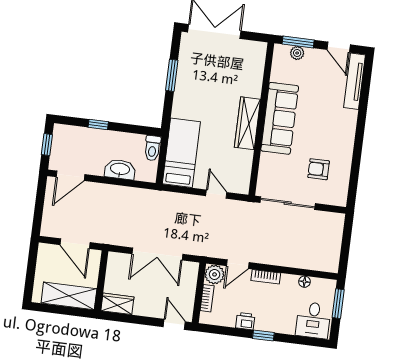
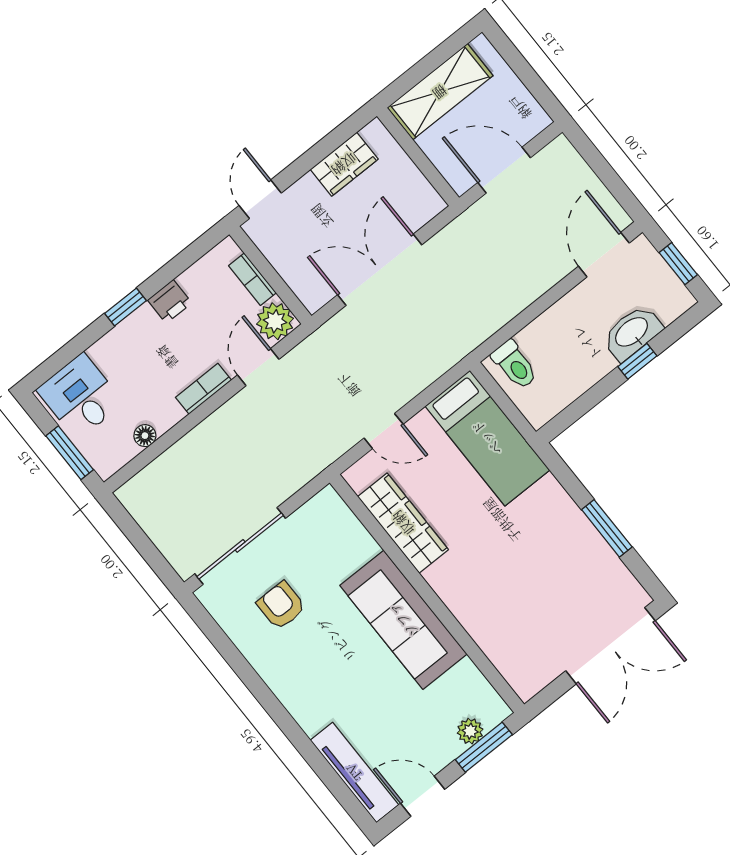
wardrobe: (247, 123) -> (403, 523), moved
toilet: (152, 148) -> (515, 365), moved, turned 180
washbasin: (120, 169) -> (632, 333), moved, turned 180
armchair: (319, 169) -> (281, 605), turned -90
sliding door: (288, 203) -> (240, 546), moved
wardrobe: (117, 304) -> (344, 164), moved
door: (174, 324) -> (260, 199), swing flipped

